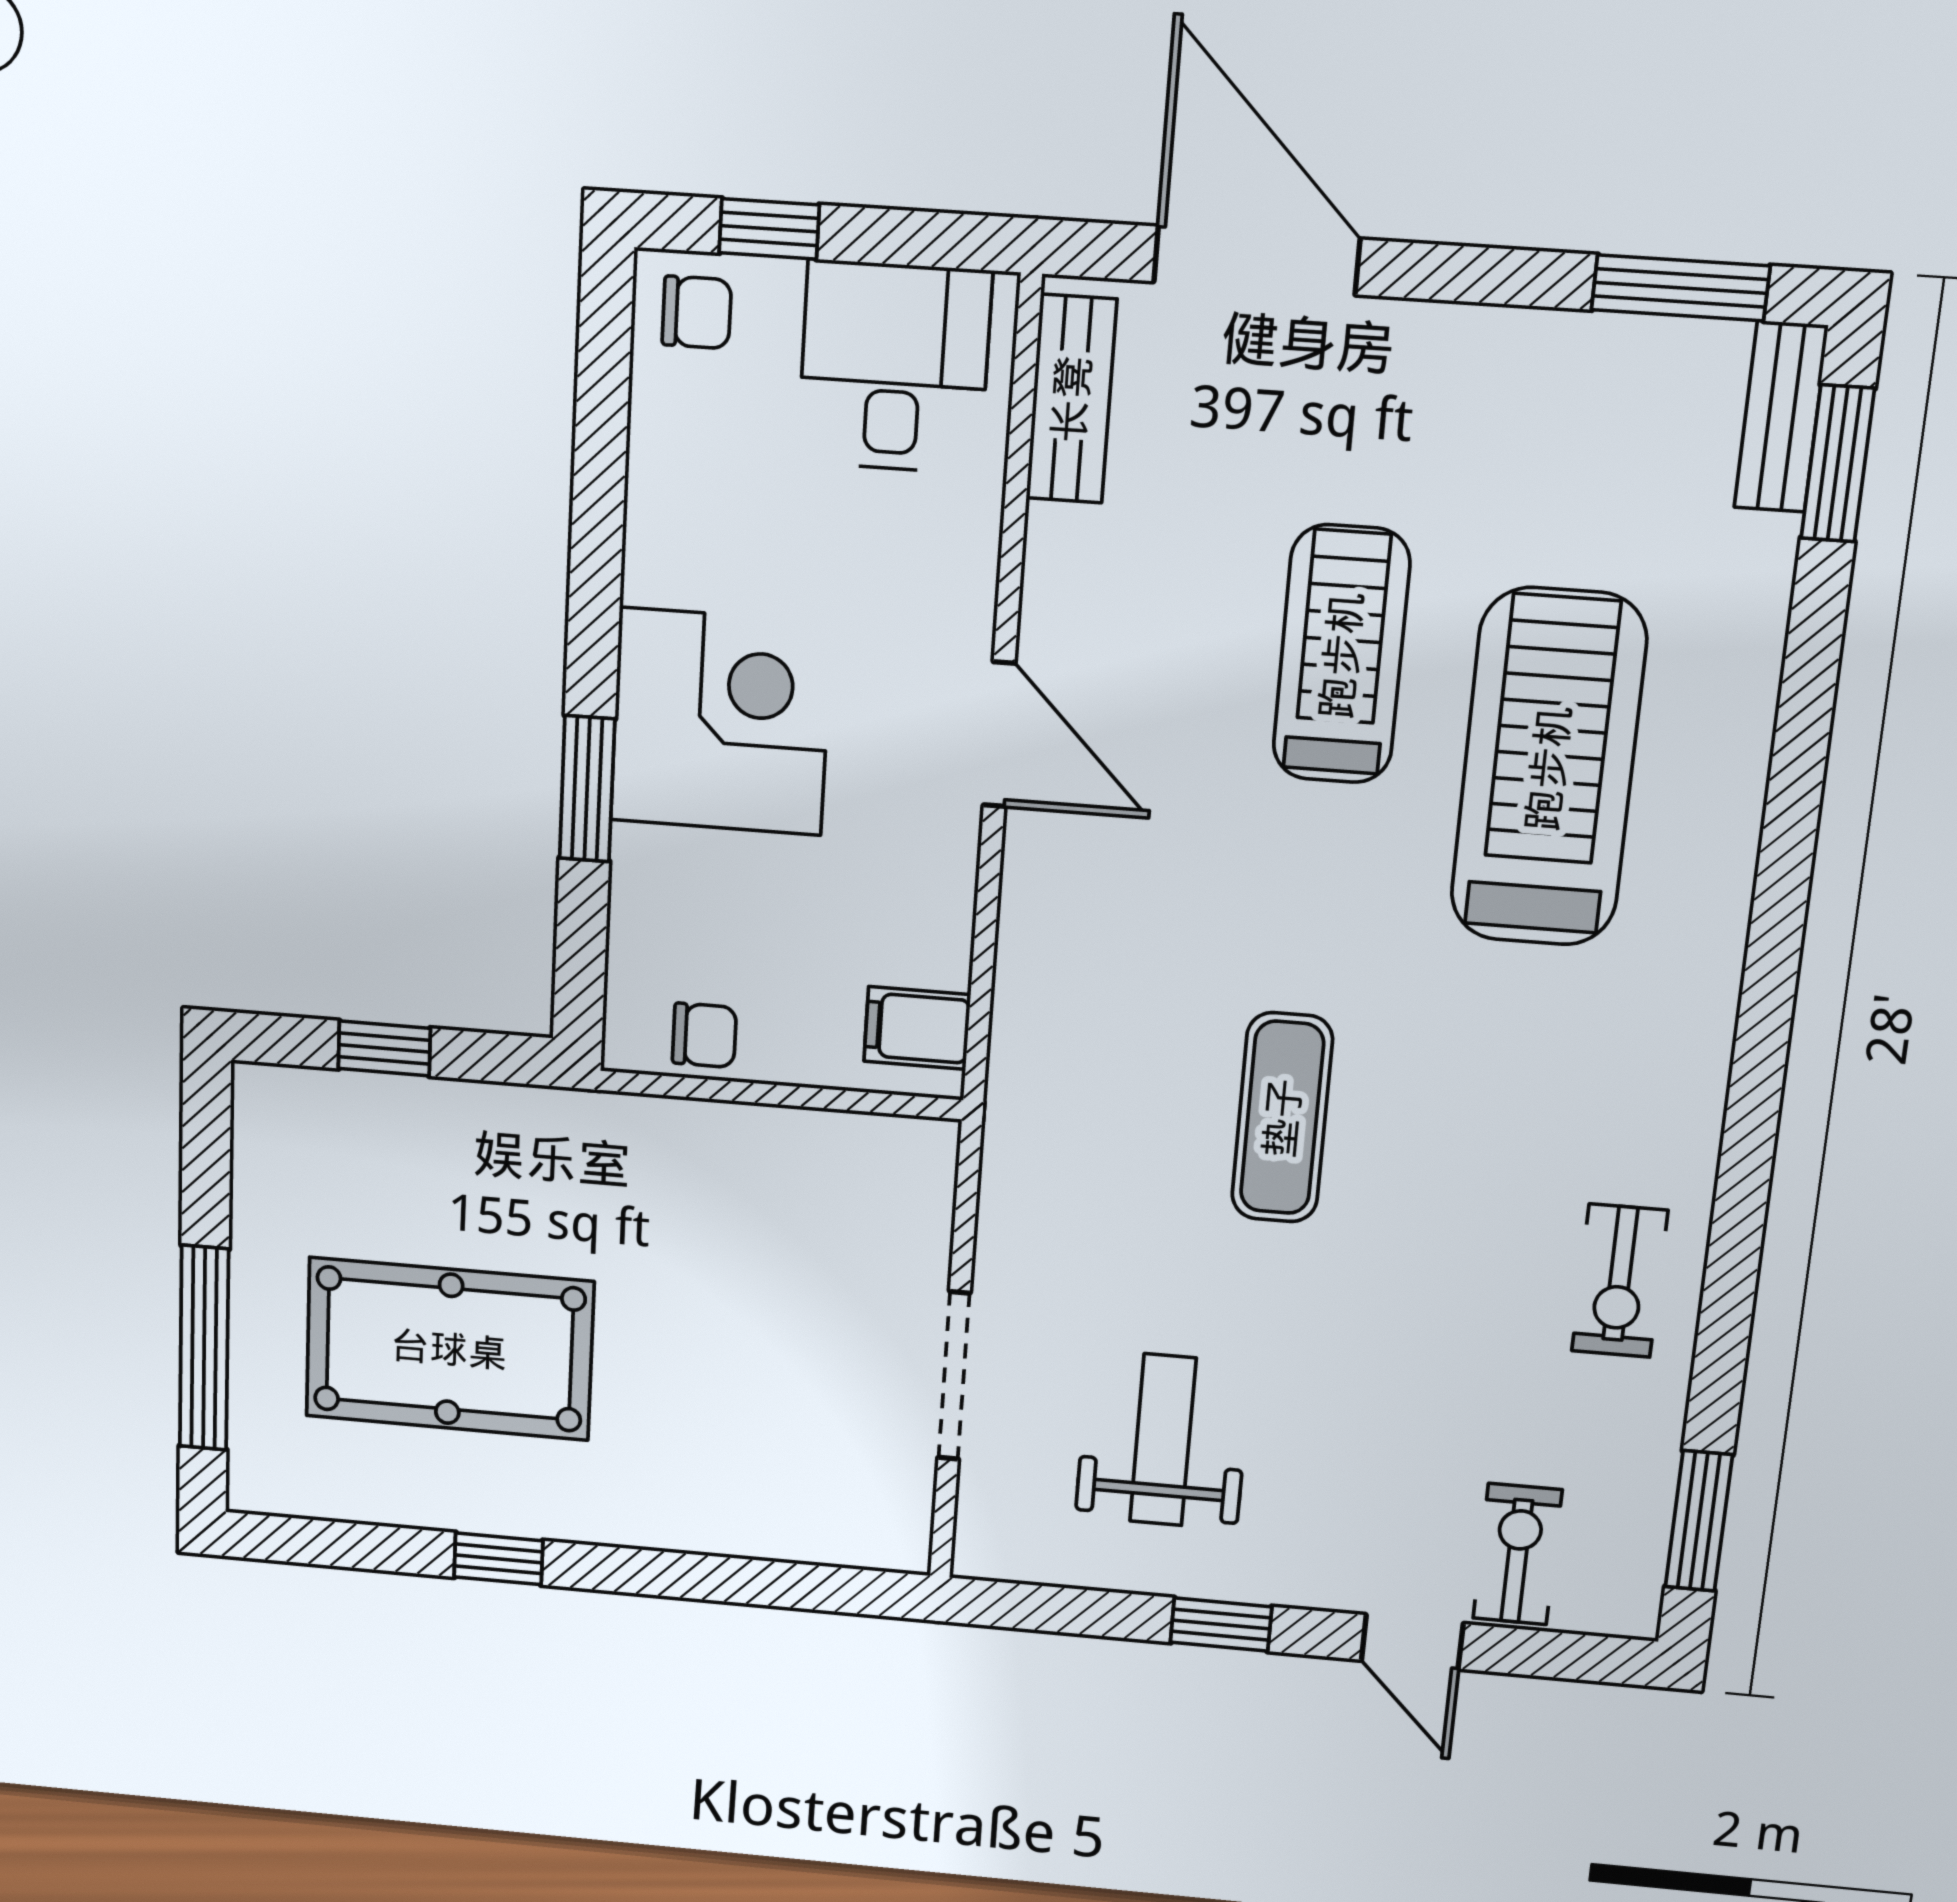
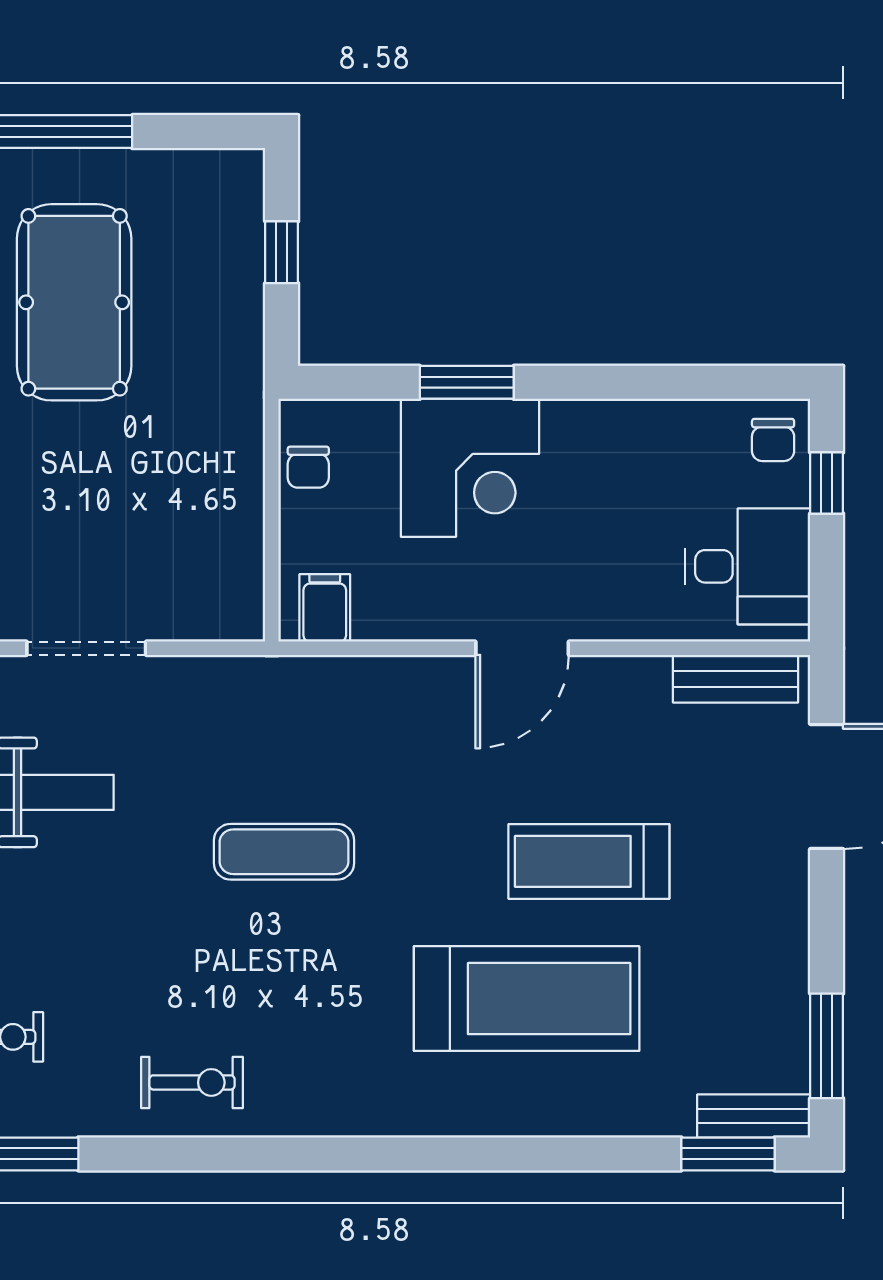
treadmill: (1341, 655) -> (589, 861), turned 180
corner desk: (721, 722) -> (470, 468), moved
exercise bike: (1620, 1281) -> (192, 1082), turned 180

